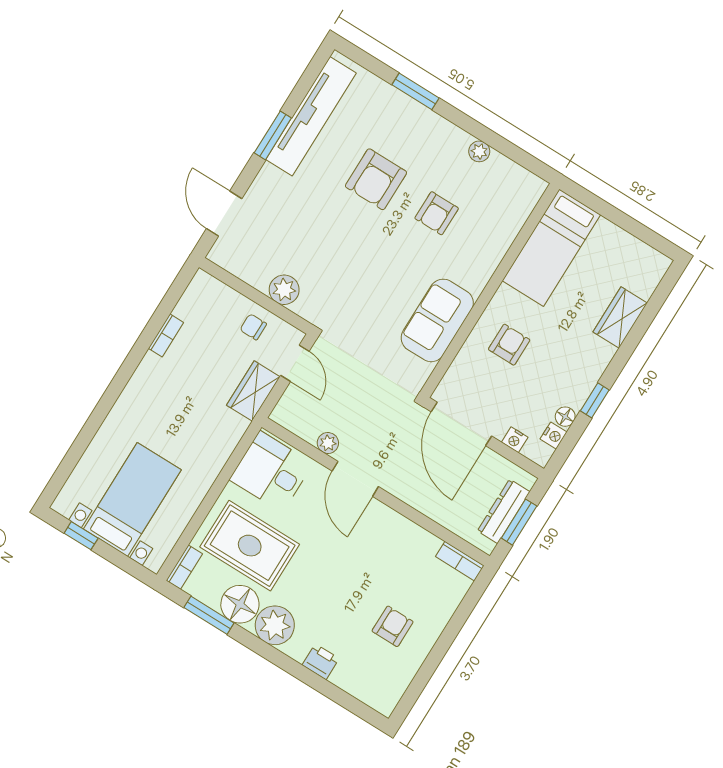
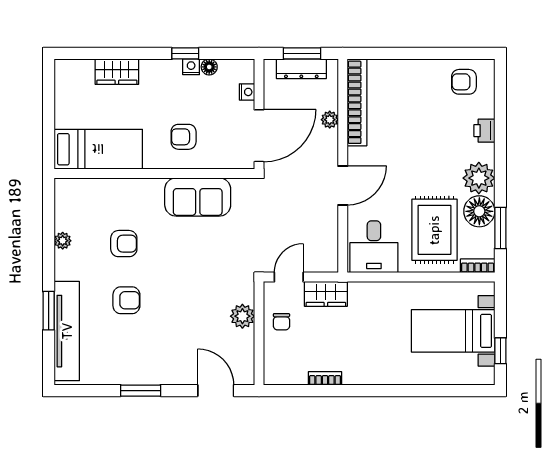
tv unit: (311, 116) -> (67, 331), moved, turned 90
armchair: (376, 179) -> (126, 300), width x0.72, depth x0.72
door: (224, 214) -> (216, 391), swing flipped
nightstand: (554, 436) -> (191, 67), moved
plant: (328, 443) -> (330, 120), moved
bookcase: (460, 561) -> (357, 102), width x2.31, depth x1.31
armchair: (393, 626) -> (464, 82), moved

